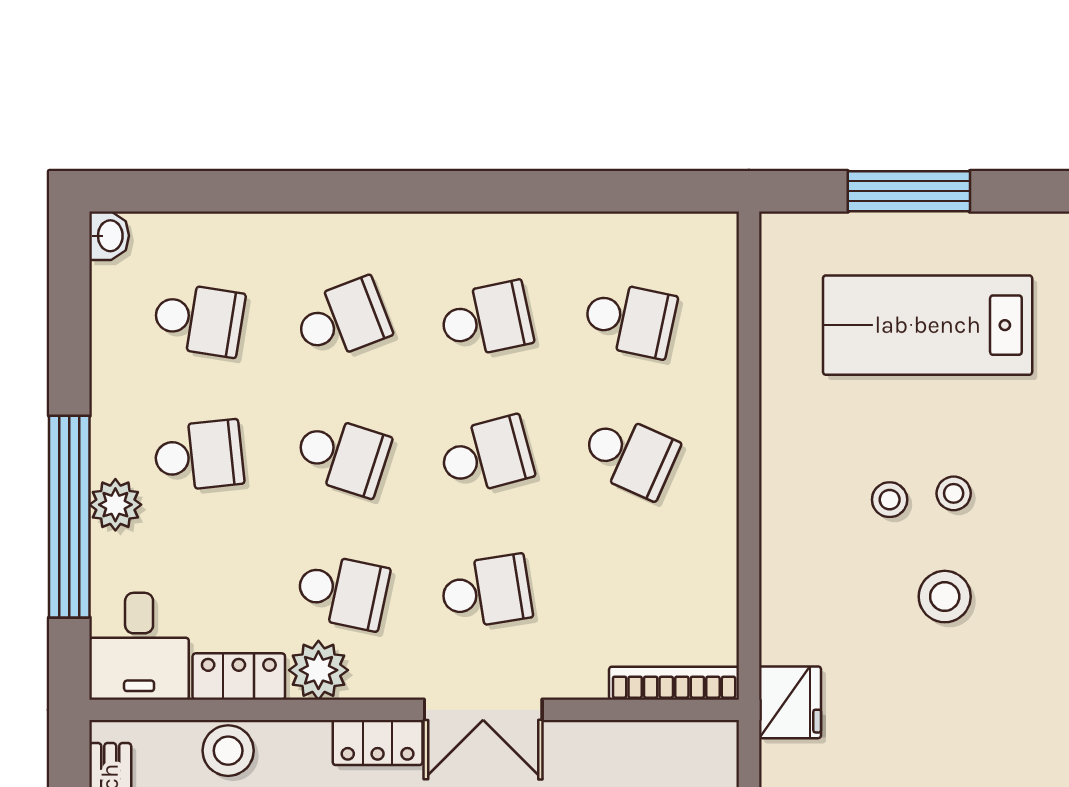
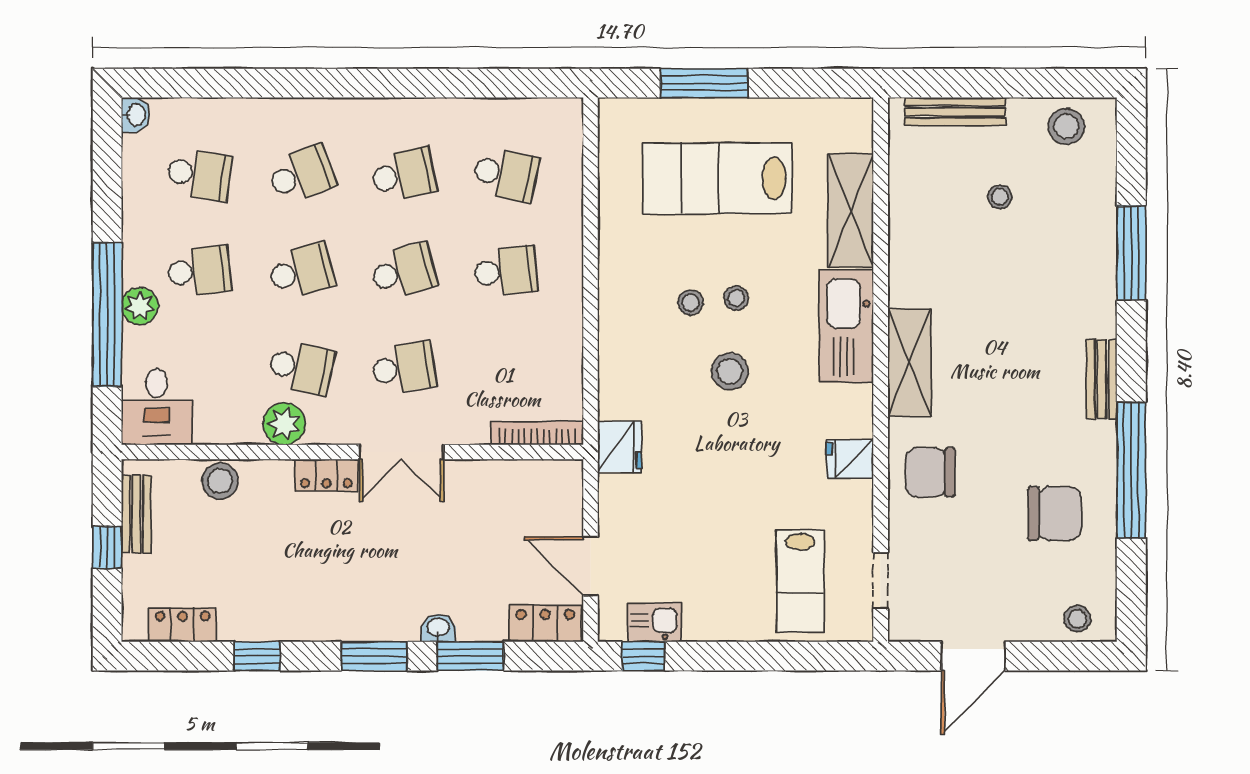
school desk: (342, 456) -> (301, 271), turned -33
school desk: (630, 456) -> (506, 271), turned -30
locker: (239, 676) -> (228, 428), removed

